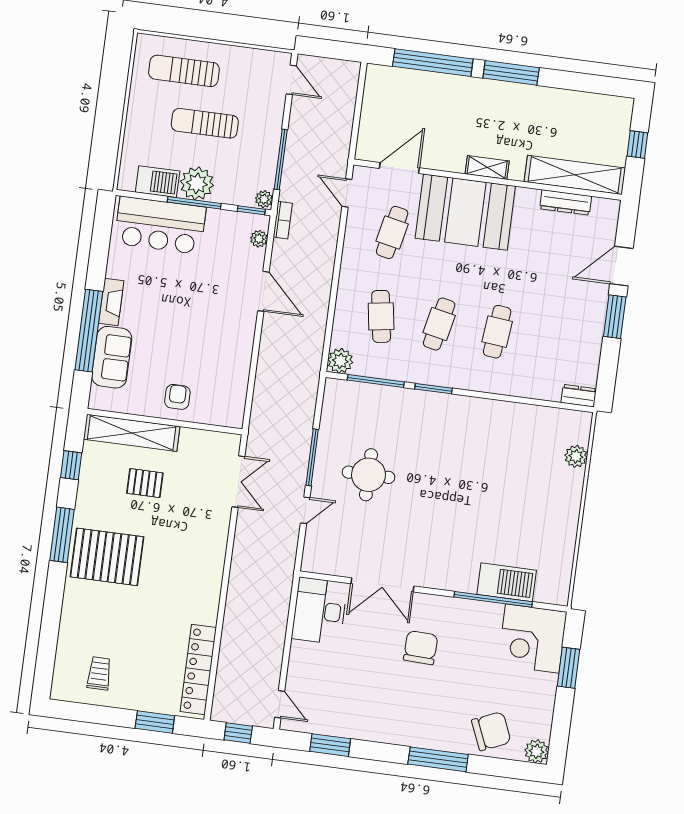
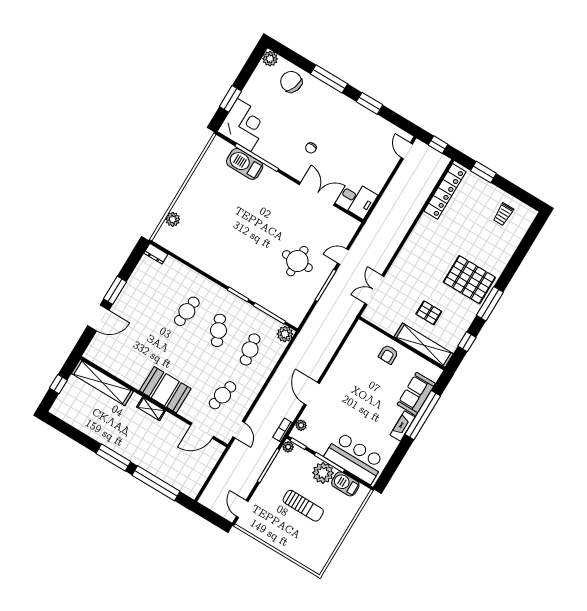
sun lounger: (184, 71) -> (302, 541), removed
dresser: (566, 202) -> (115, 369), removed
booth: (465, 212) -> (165, 390), width x0.73, depth x0.70
cafe table: (439, 324) -> (218, 330), turned -36
desk: (319, 611) -> (357, 199), width x0.73
chair: (421, 648) -> (311, 148), width x0.54, depth x0.54
chair: (491, 731) -> (291, 82), turned 43
window: (330, 745) -> (370, 103), moved

